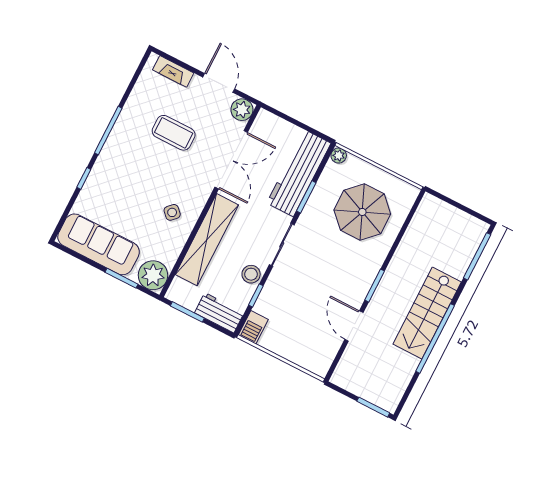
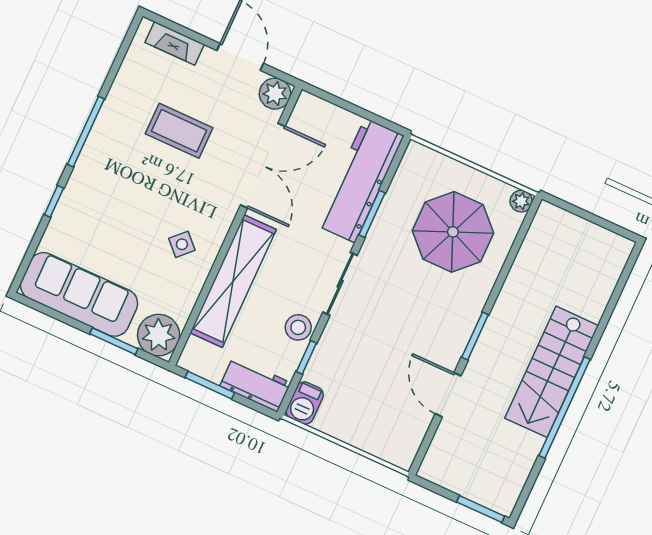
plant: (339, 155) -> (521, 201), moved
window: (477, 256) -> (619, 288), removed

